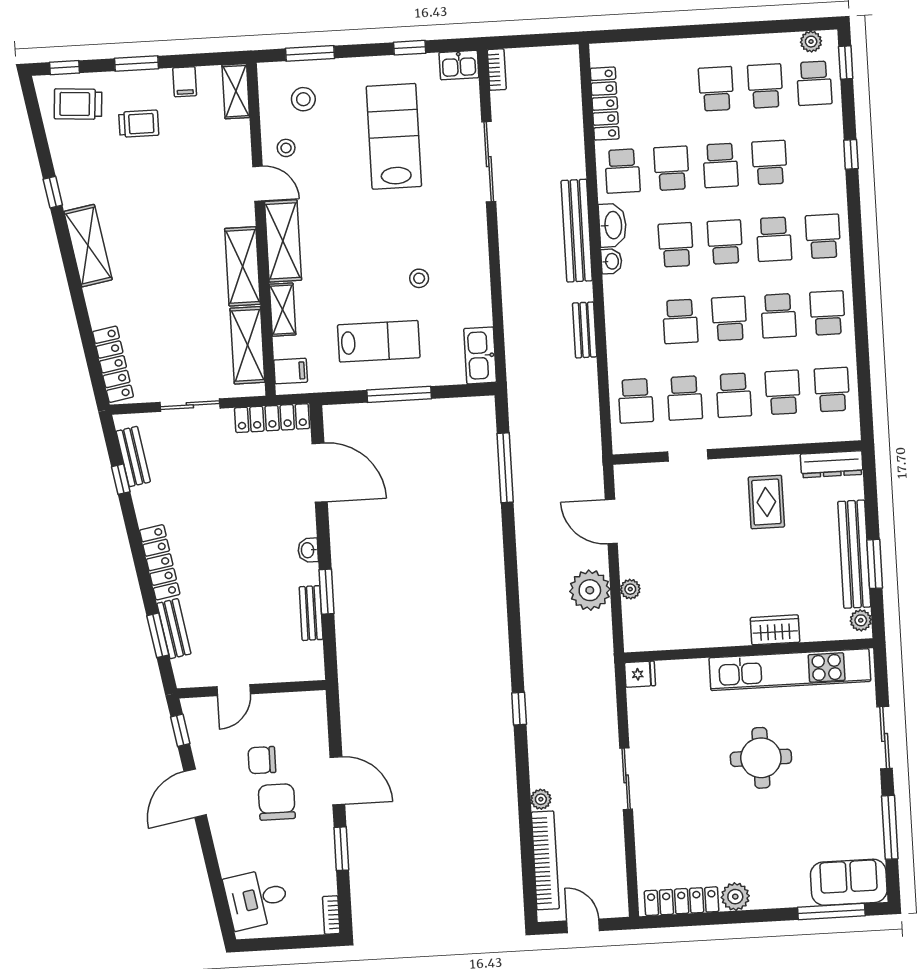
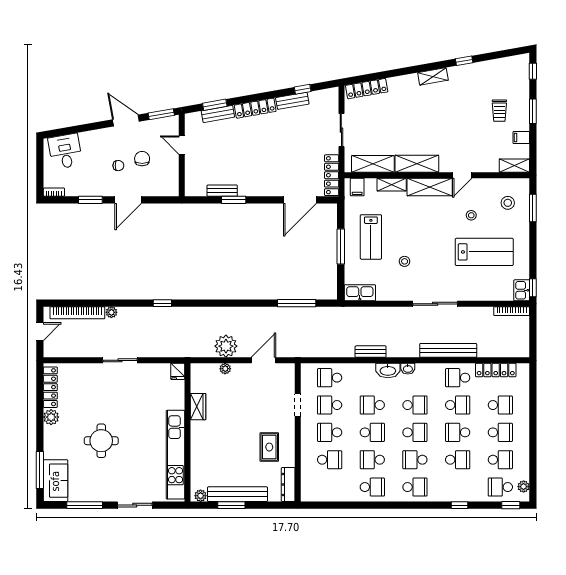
window: (410, 48) -> (533, 288), moved
bookcase: (497, 70) -> (512, 311), width x1.56
trolley: (78, 104) -> (512, 78), removed
stool: (286, 148) -> (471, 215), moved
sliding door: (489, 162) -> (435, 304), moved
washbasin: (613, 225) -> (388, 370), moved
bench: (577, 231) -> (448, 350), moved
shelving: (88, 246) -> (433, 76), width x0.67, depth x0.75
school desk: (832, 390) -> (500, 405), moved
bench: (133, 457) -> (292, 101), moved
rug: (766, 502) -> (269, 447), turned 90
washbasin: (308, 550) -> (257, 191), removed
wardrobe: (775, 630) -> (198, 407), moved
window: (180, 730) -> (161, 114), width x1.50
round table: (761, 758) -> (101, 441), moved
chair: (277, 802) -> (118, 166), width x0.54, depth x0.54

